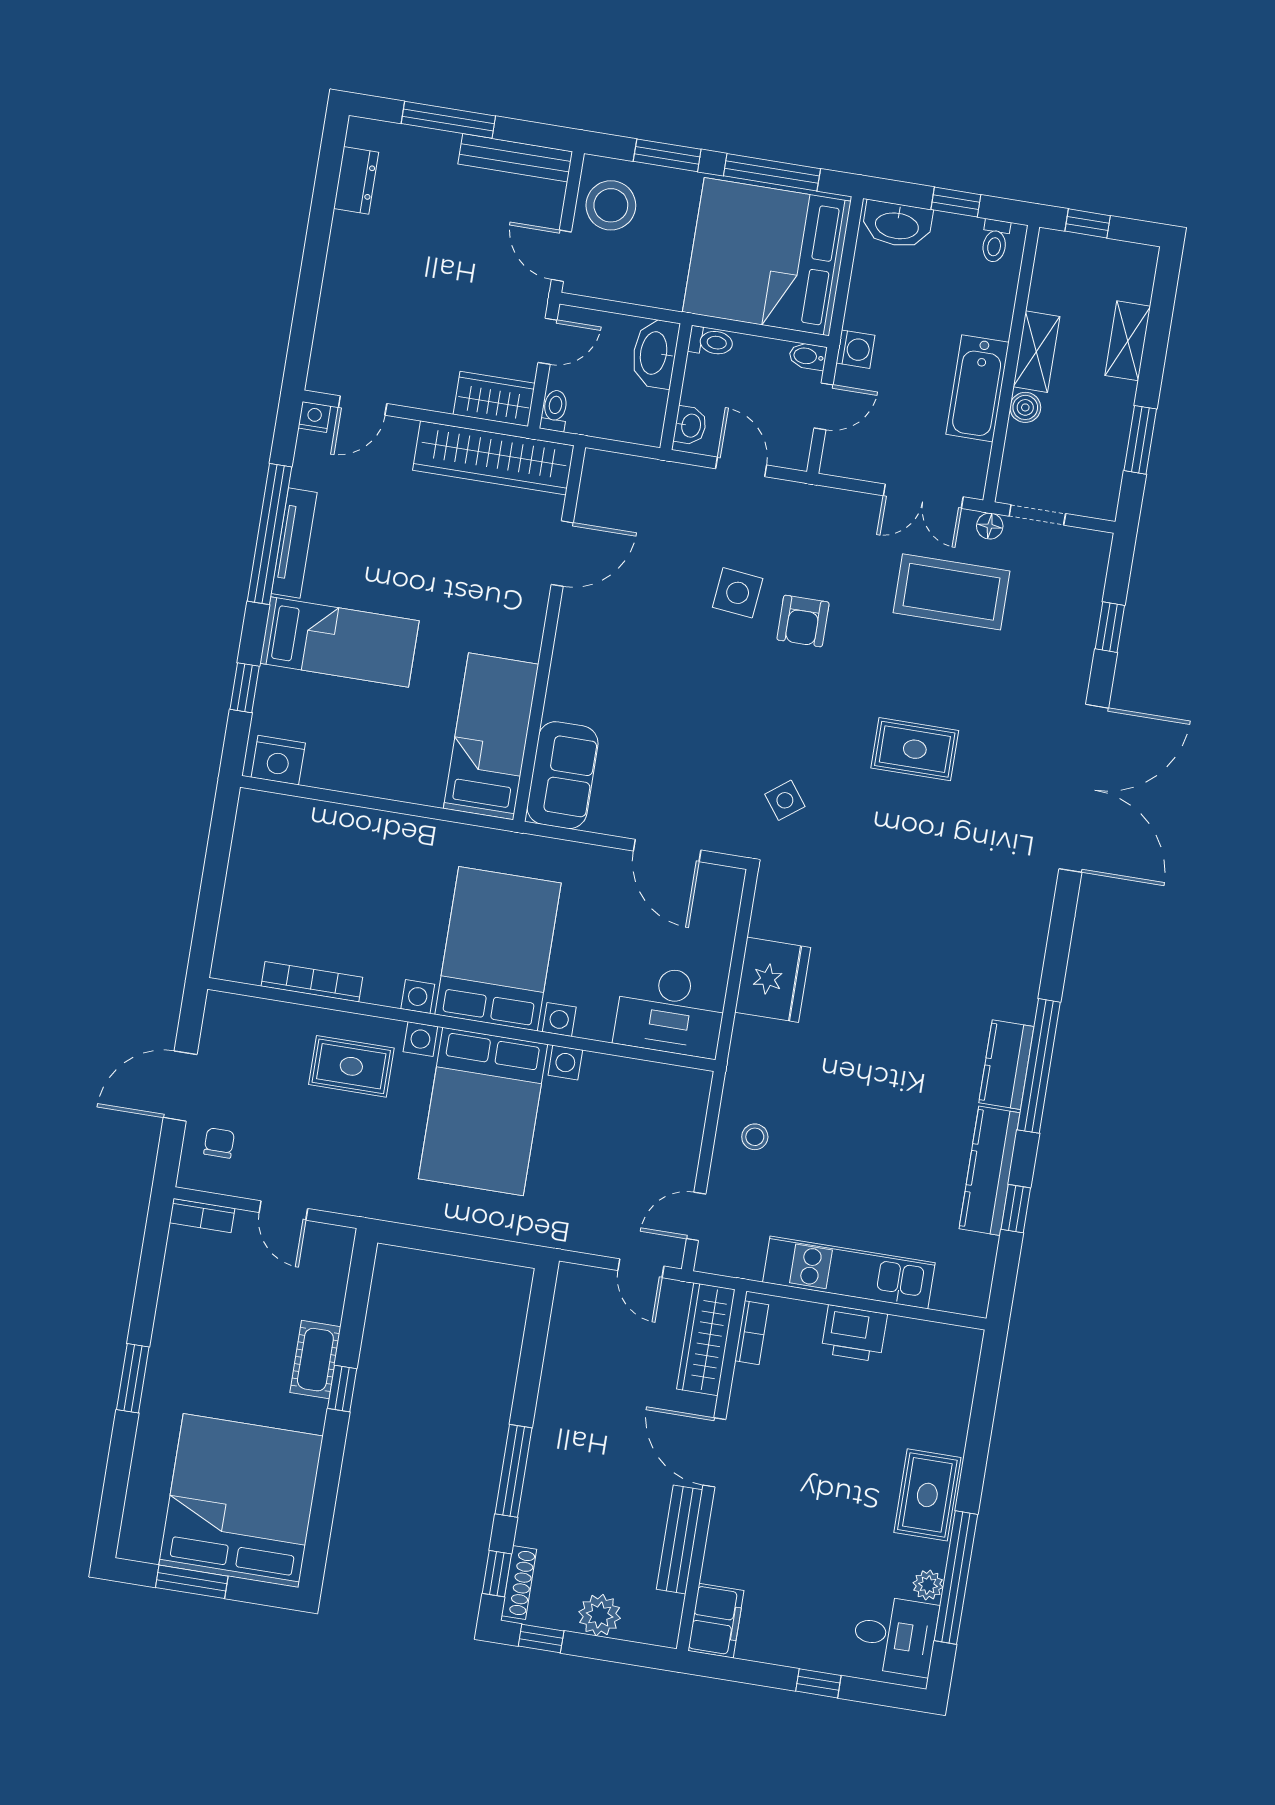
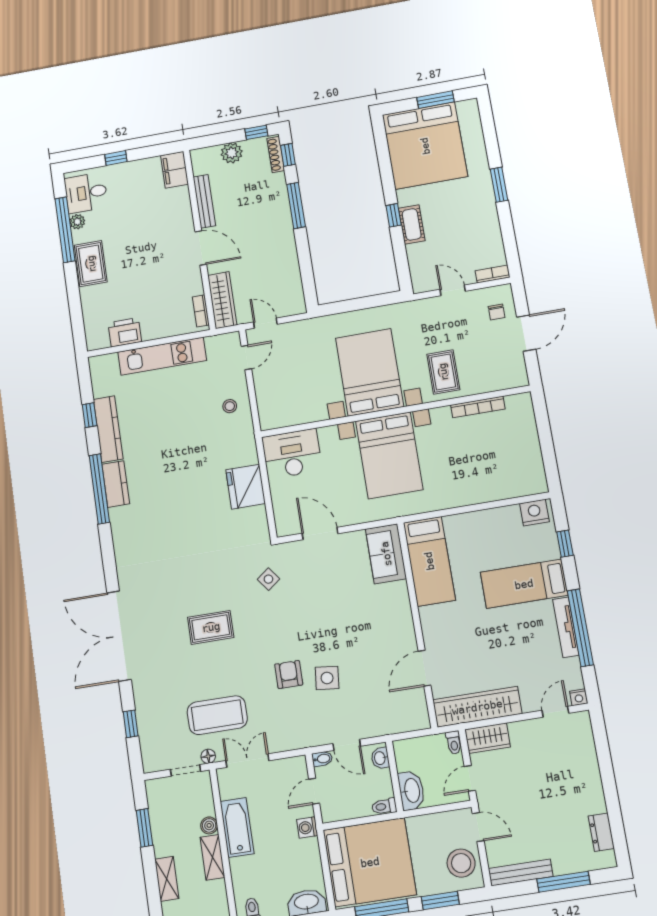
bidet: (808, 356) -> (322, 759), moved
rug: (351, 1066) -> (443, 372), turned 90
printer: (854, 1334) -> (125, 332), moved

